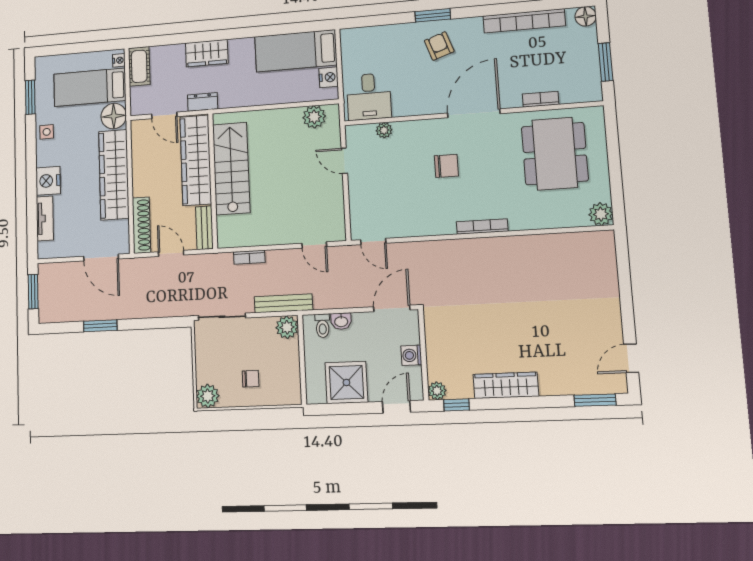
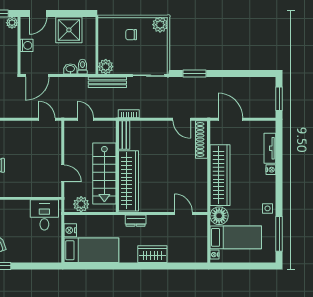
cot: (139, 66) -> (200, 249), removed
window: (30, 97) -> (279, 234), width x1.44
dresser: (203, 102) -> (136, 221), moved
plant: (384, 130) -> (36, 192), removed
wardrobe: (196, 160) -> (129, 181), moved
stairs: (231, 169) -> (104, 174), moved
nightstand: (48, 181) -> (271, 170), width x0.53, depth x0.56
wall: (213, 181) -> (117, 166), moved
bench: (204, 228) -> (124, 135), moved
window: (100, 326) -> (194, 74), moved

